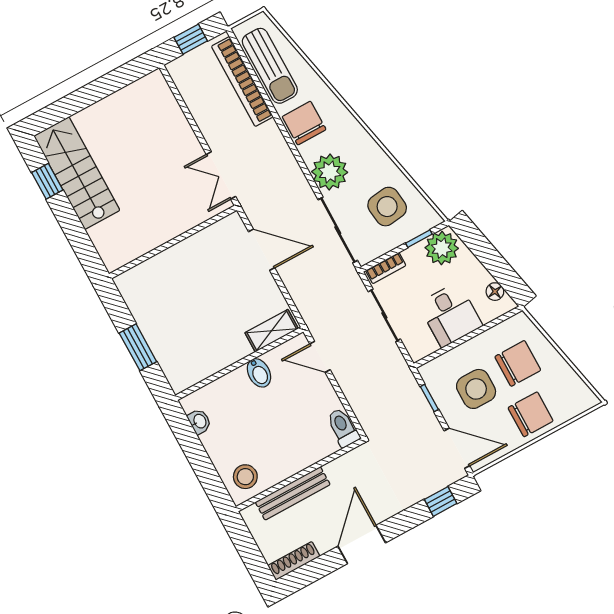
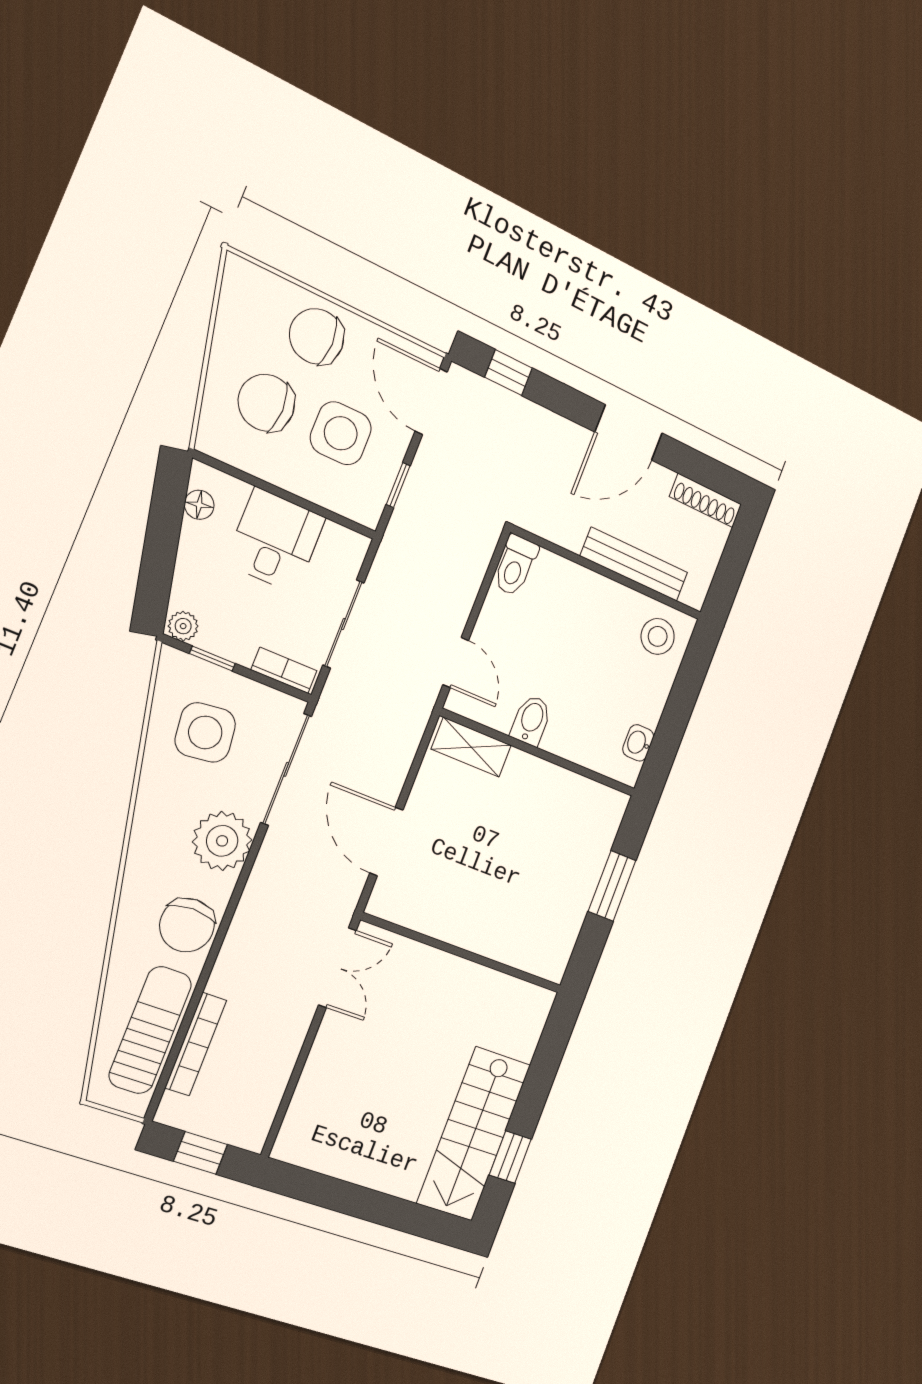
bookcase: (242, 81) -> (196, 1044), width x0.68, depth x0.76
plant: (442, 248) -> (183, 626), width x0.53, depth x0.53

